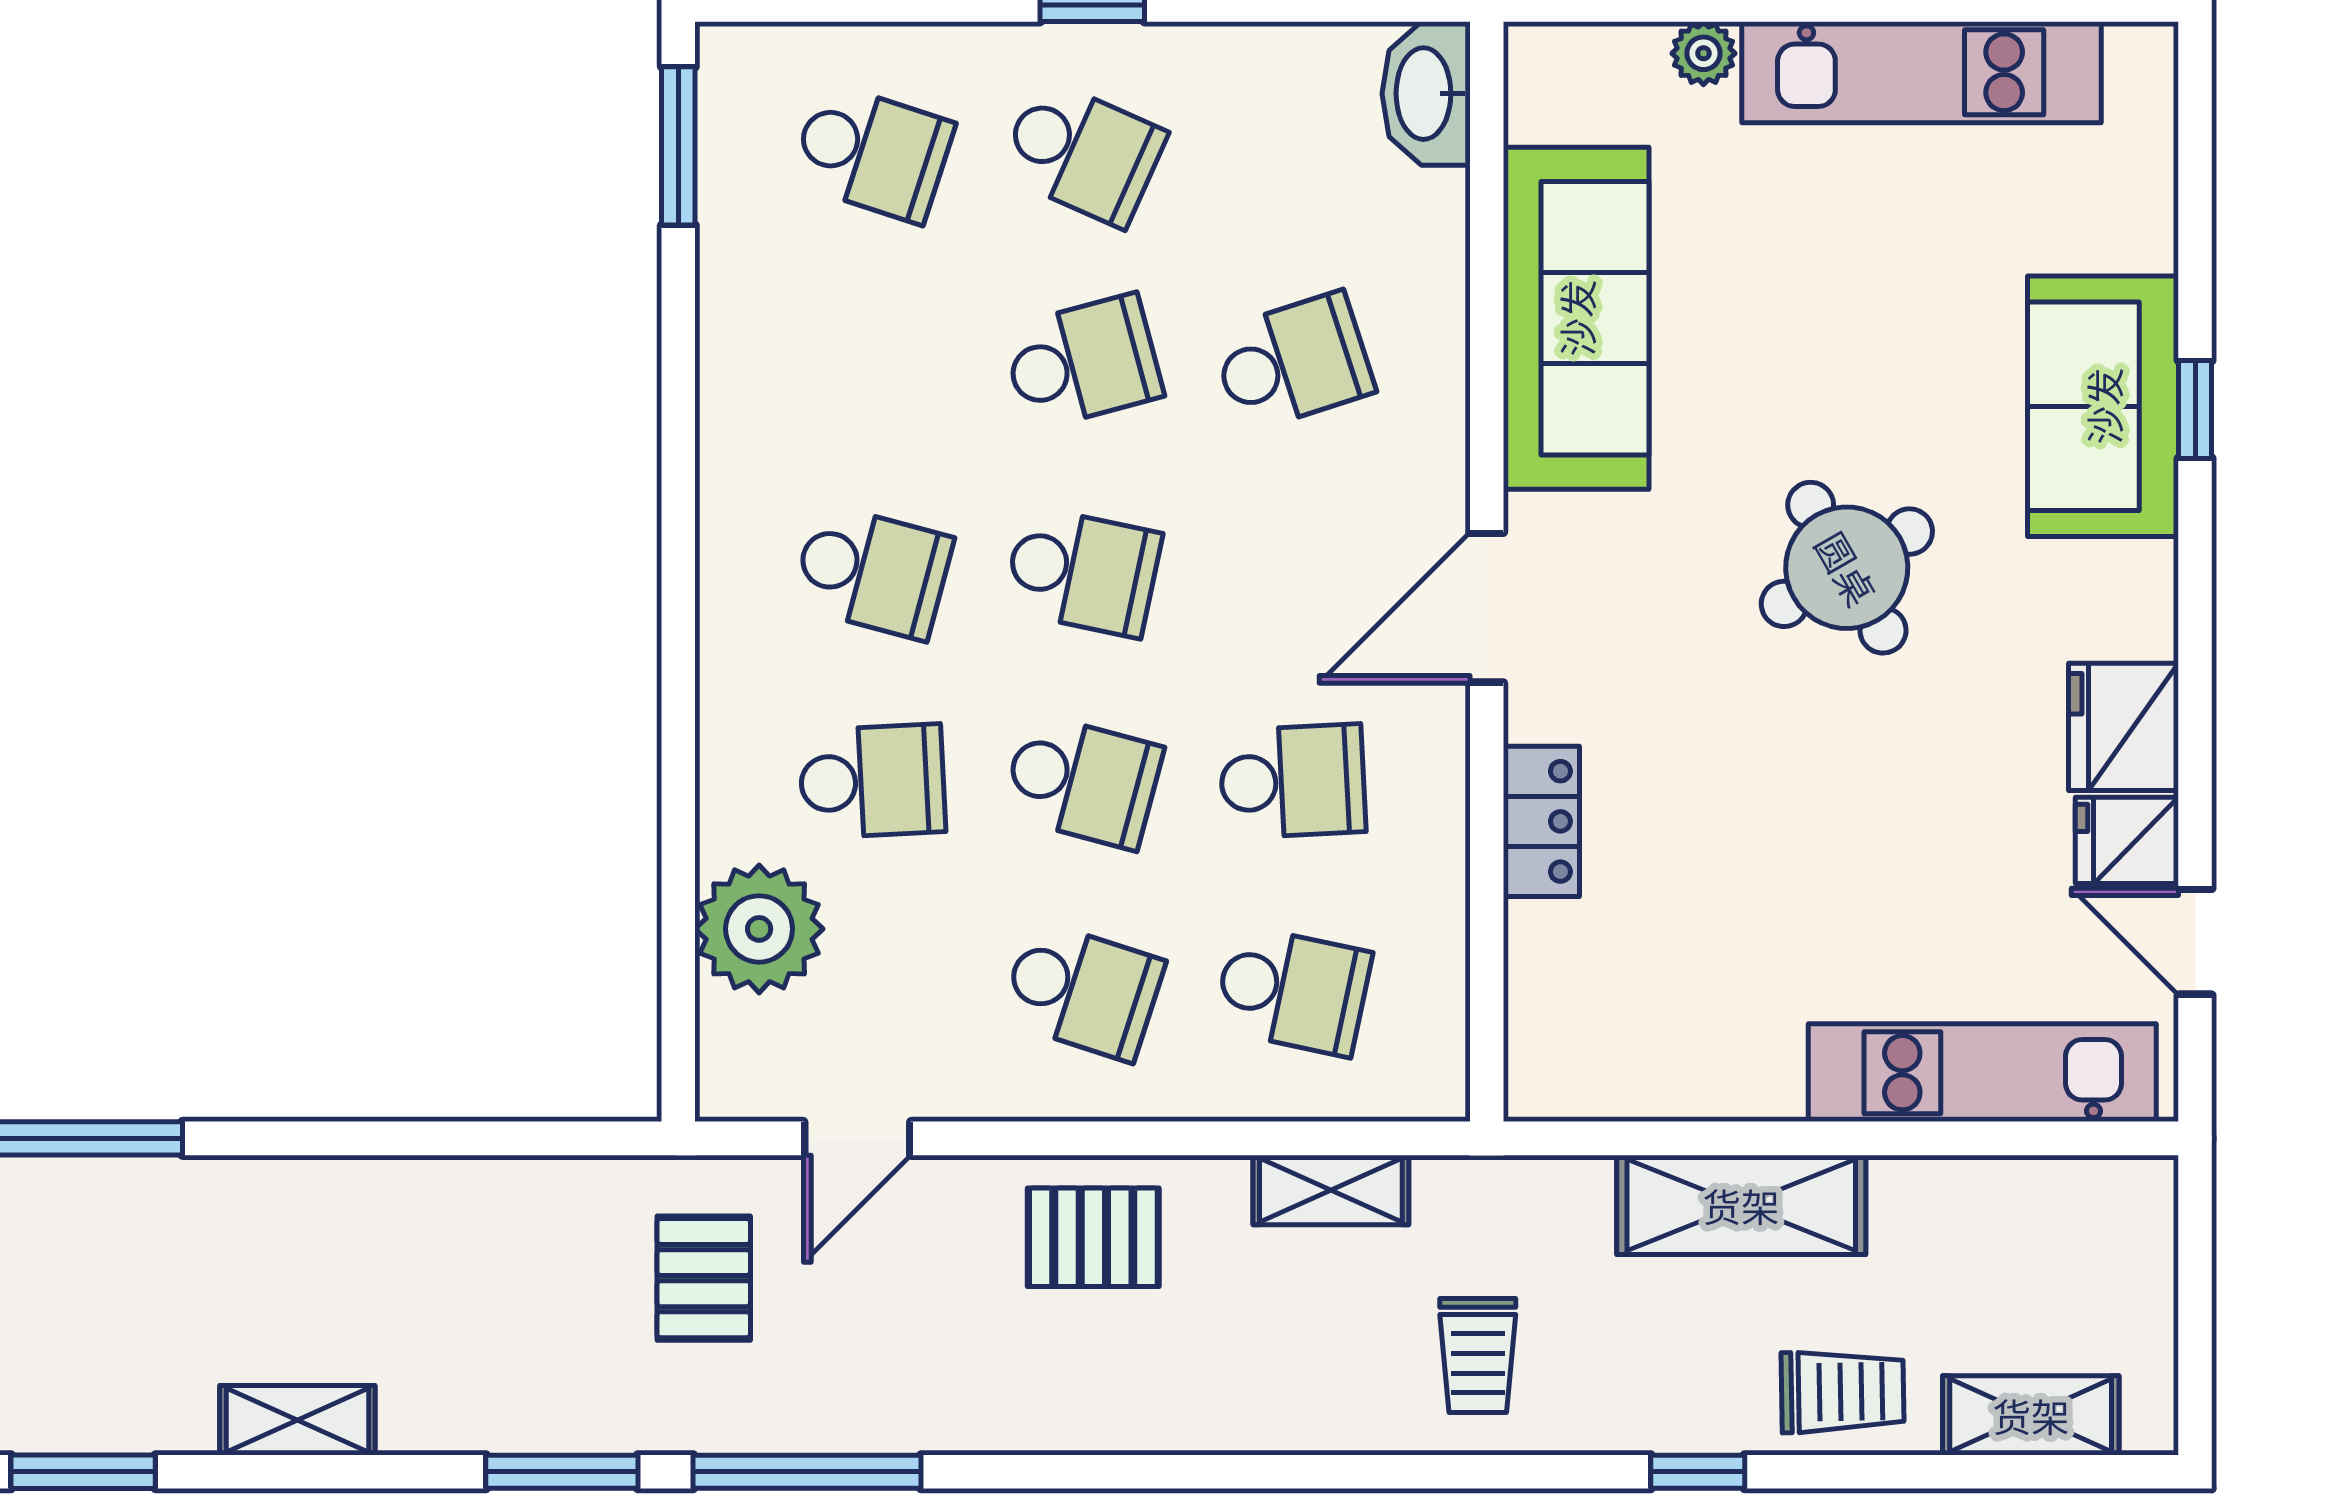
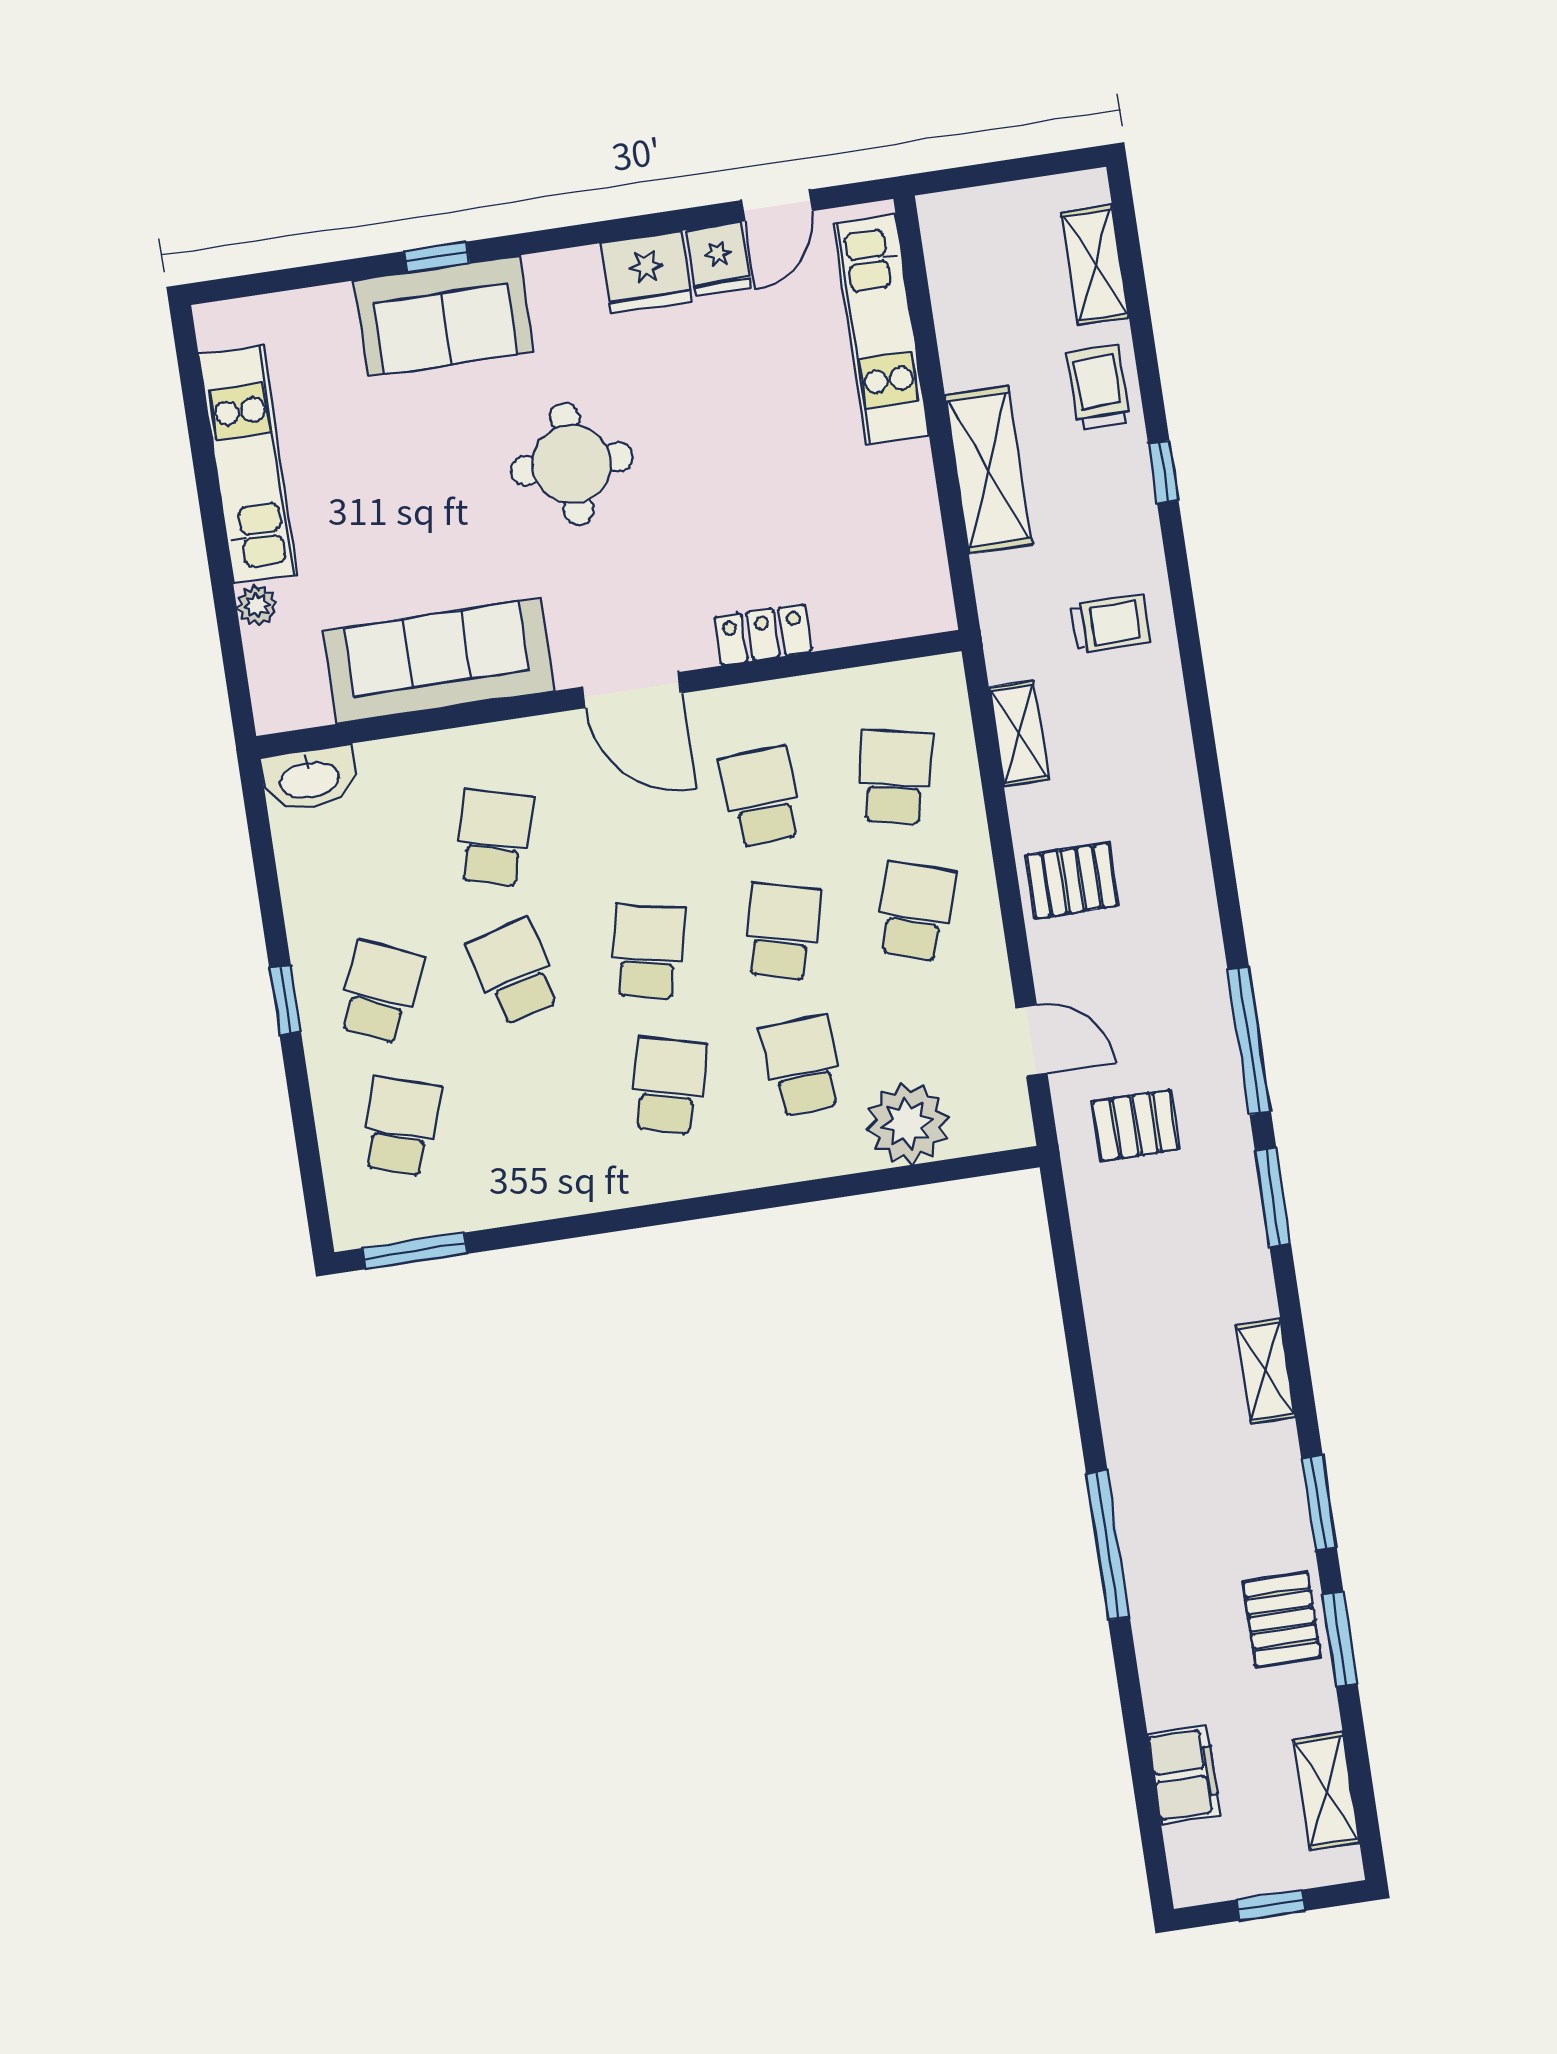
school desk: (1293, 362) -> (494, 838), turned 33
round table: (1847, 568) -> (572, 464), turned 30
pallet: (1093, 1237) -> (1072, 880), turned 90

